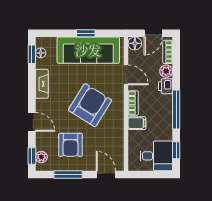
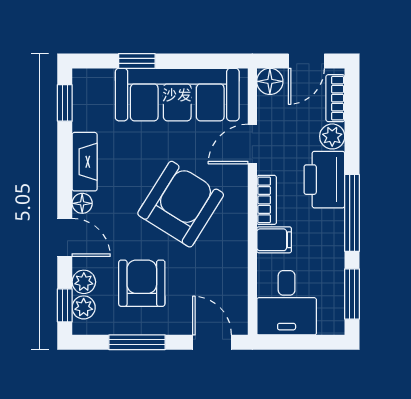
window: (86, 33) -> (137, 61), moved
floor lamp: (41, 53) -> (82, 203), moved
door: (126, 75) -> (252, 144), swing flipped
printer: (166, 86) -> (324, 180), width x1.87, depth x1.48
plant: (41, 144) -> (84, 282), added
armchair: (71, 145) -> (142, 283), turned 180
window: (176, 150) -> (352, 294), width x1.50
desk: (156, 156) -> (287, 303), moved, turned 90

